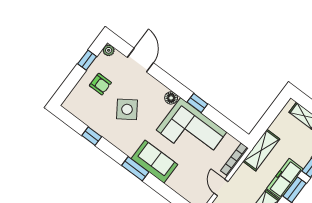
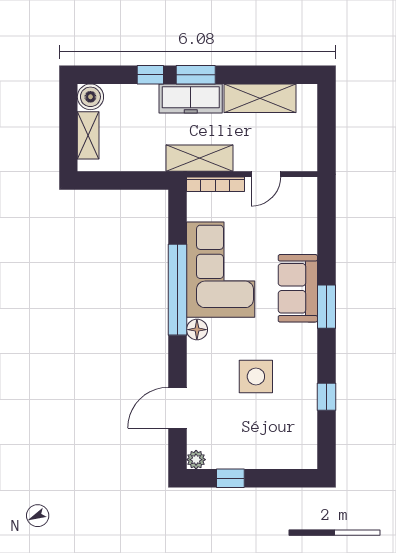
armchair: (100, 84) -> (249, 437), removed
window: (197, 103) -> (177, 290), width x3.17
side table: (127, 109) -> (256, 377), turned 34
shelving: (261, 150) -> (199, 158), moved

